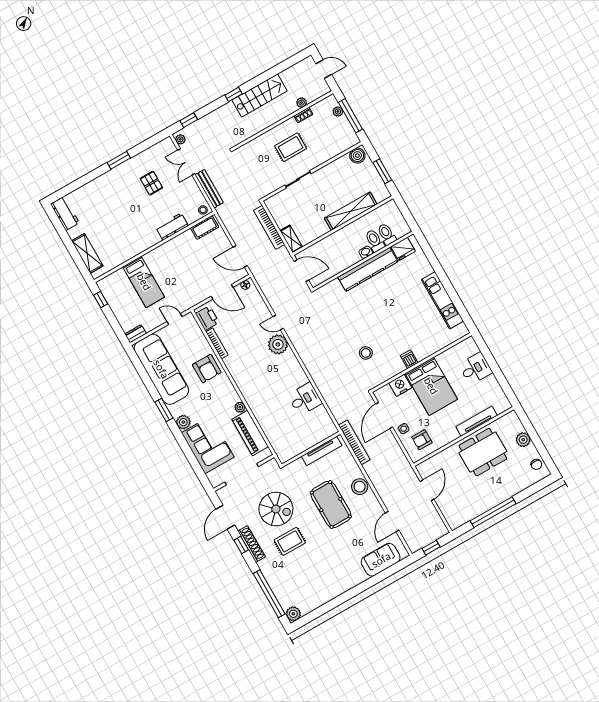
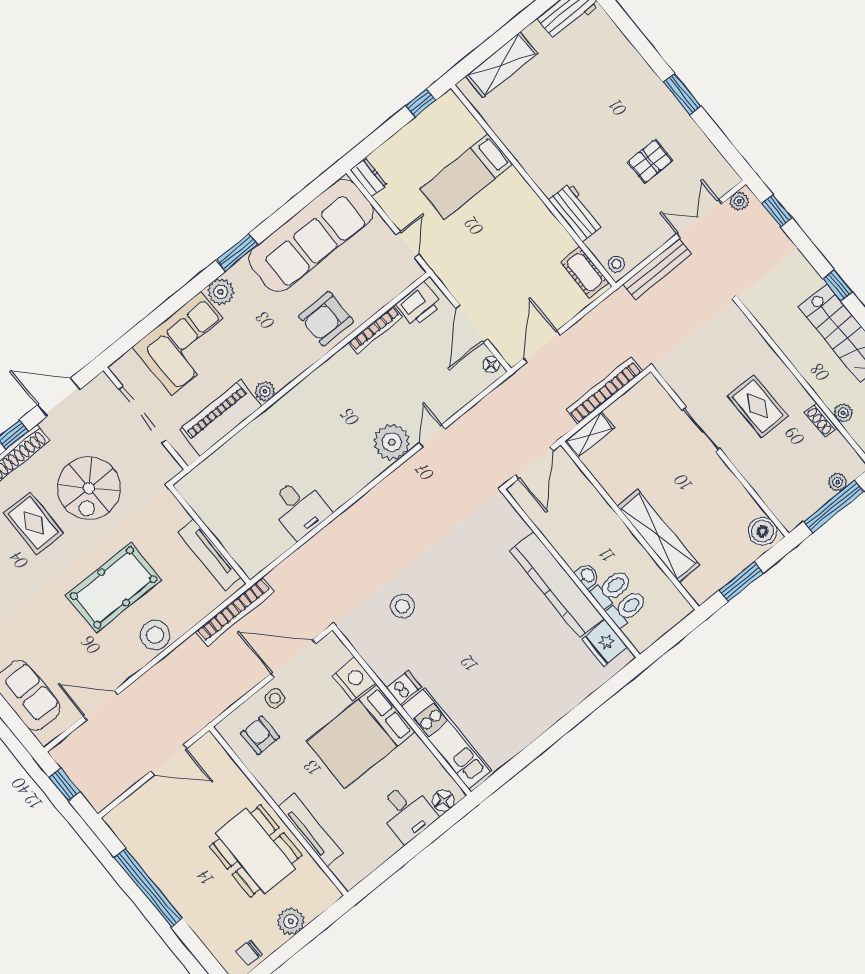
kitchen unit: (442, 300) -> (446, 738), moved, turned 90
floor lamp: (472, 348) -> (443, 801), added

